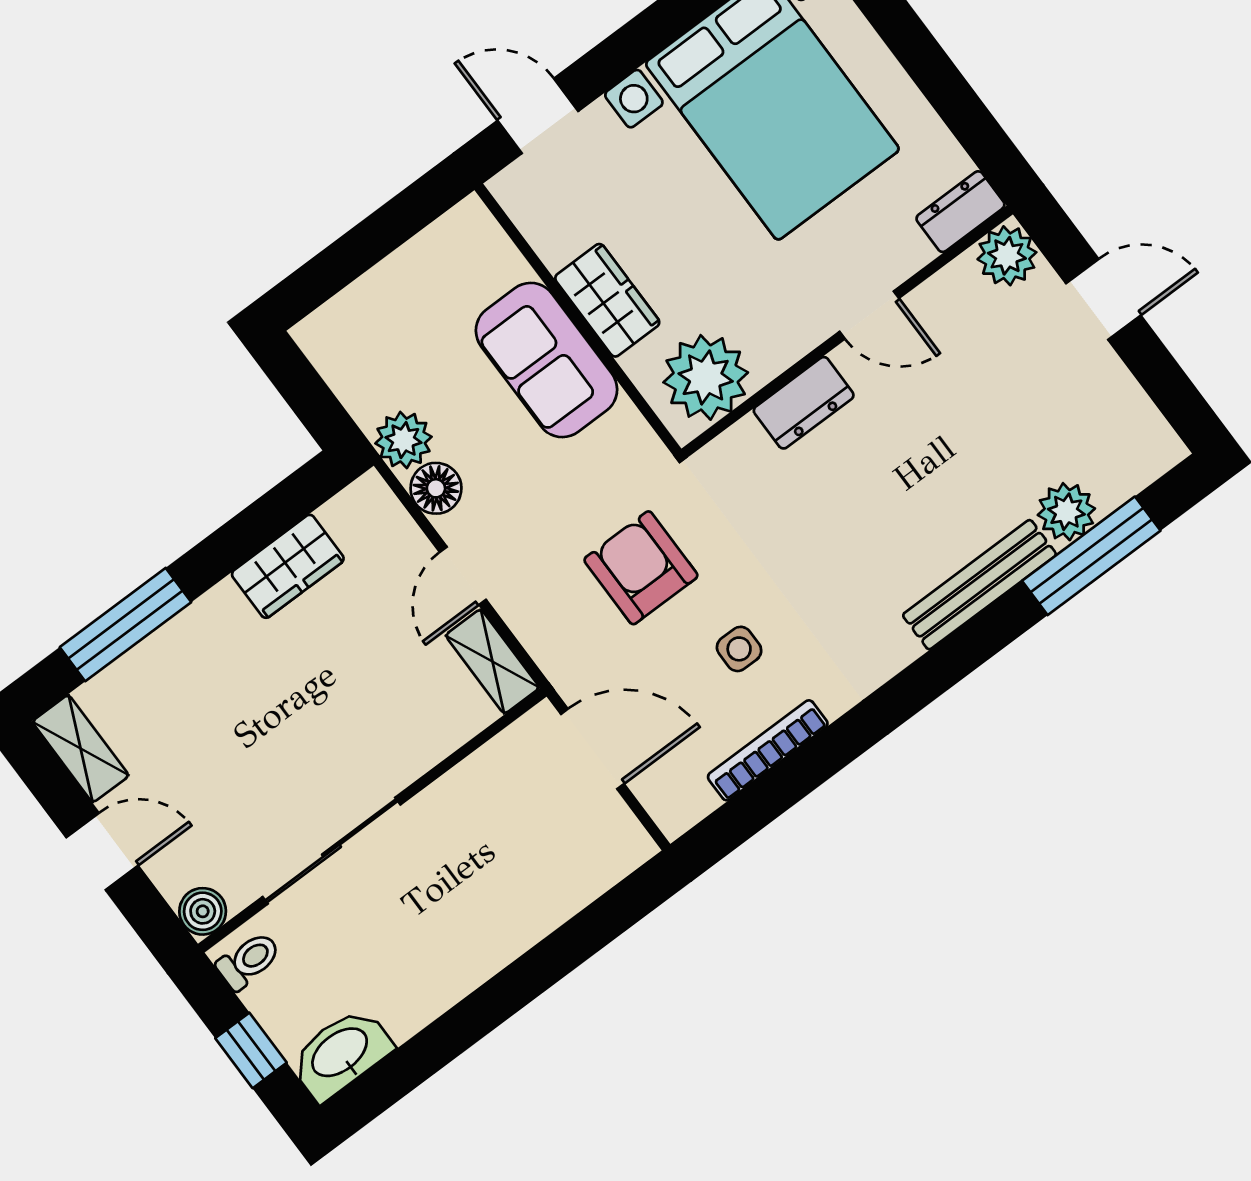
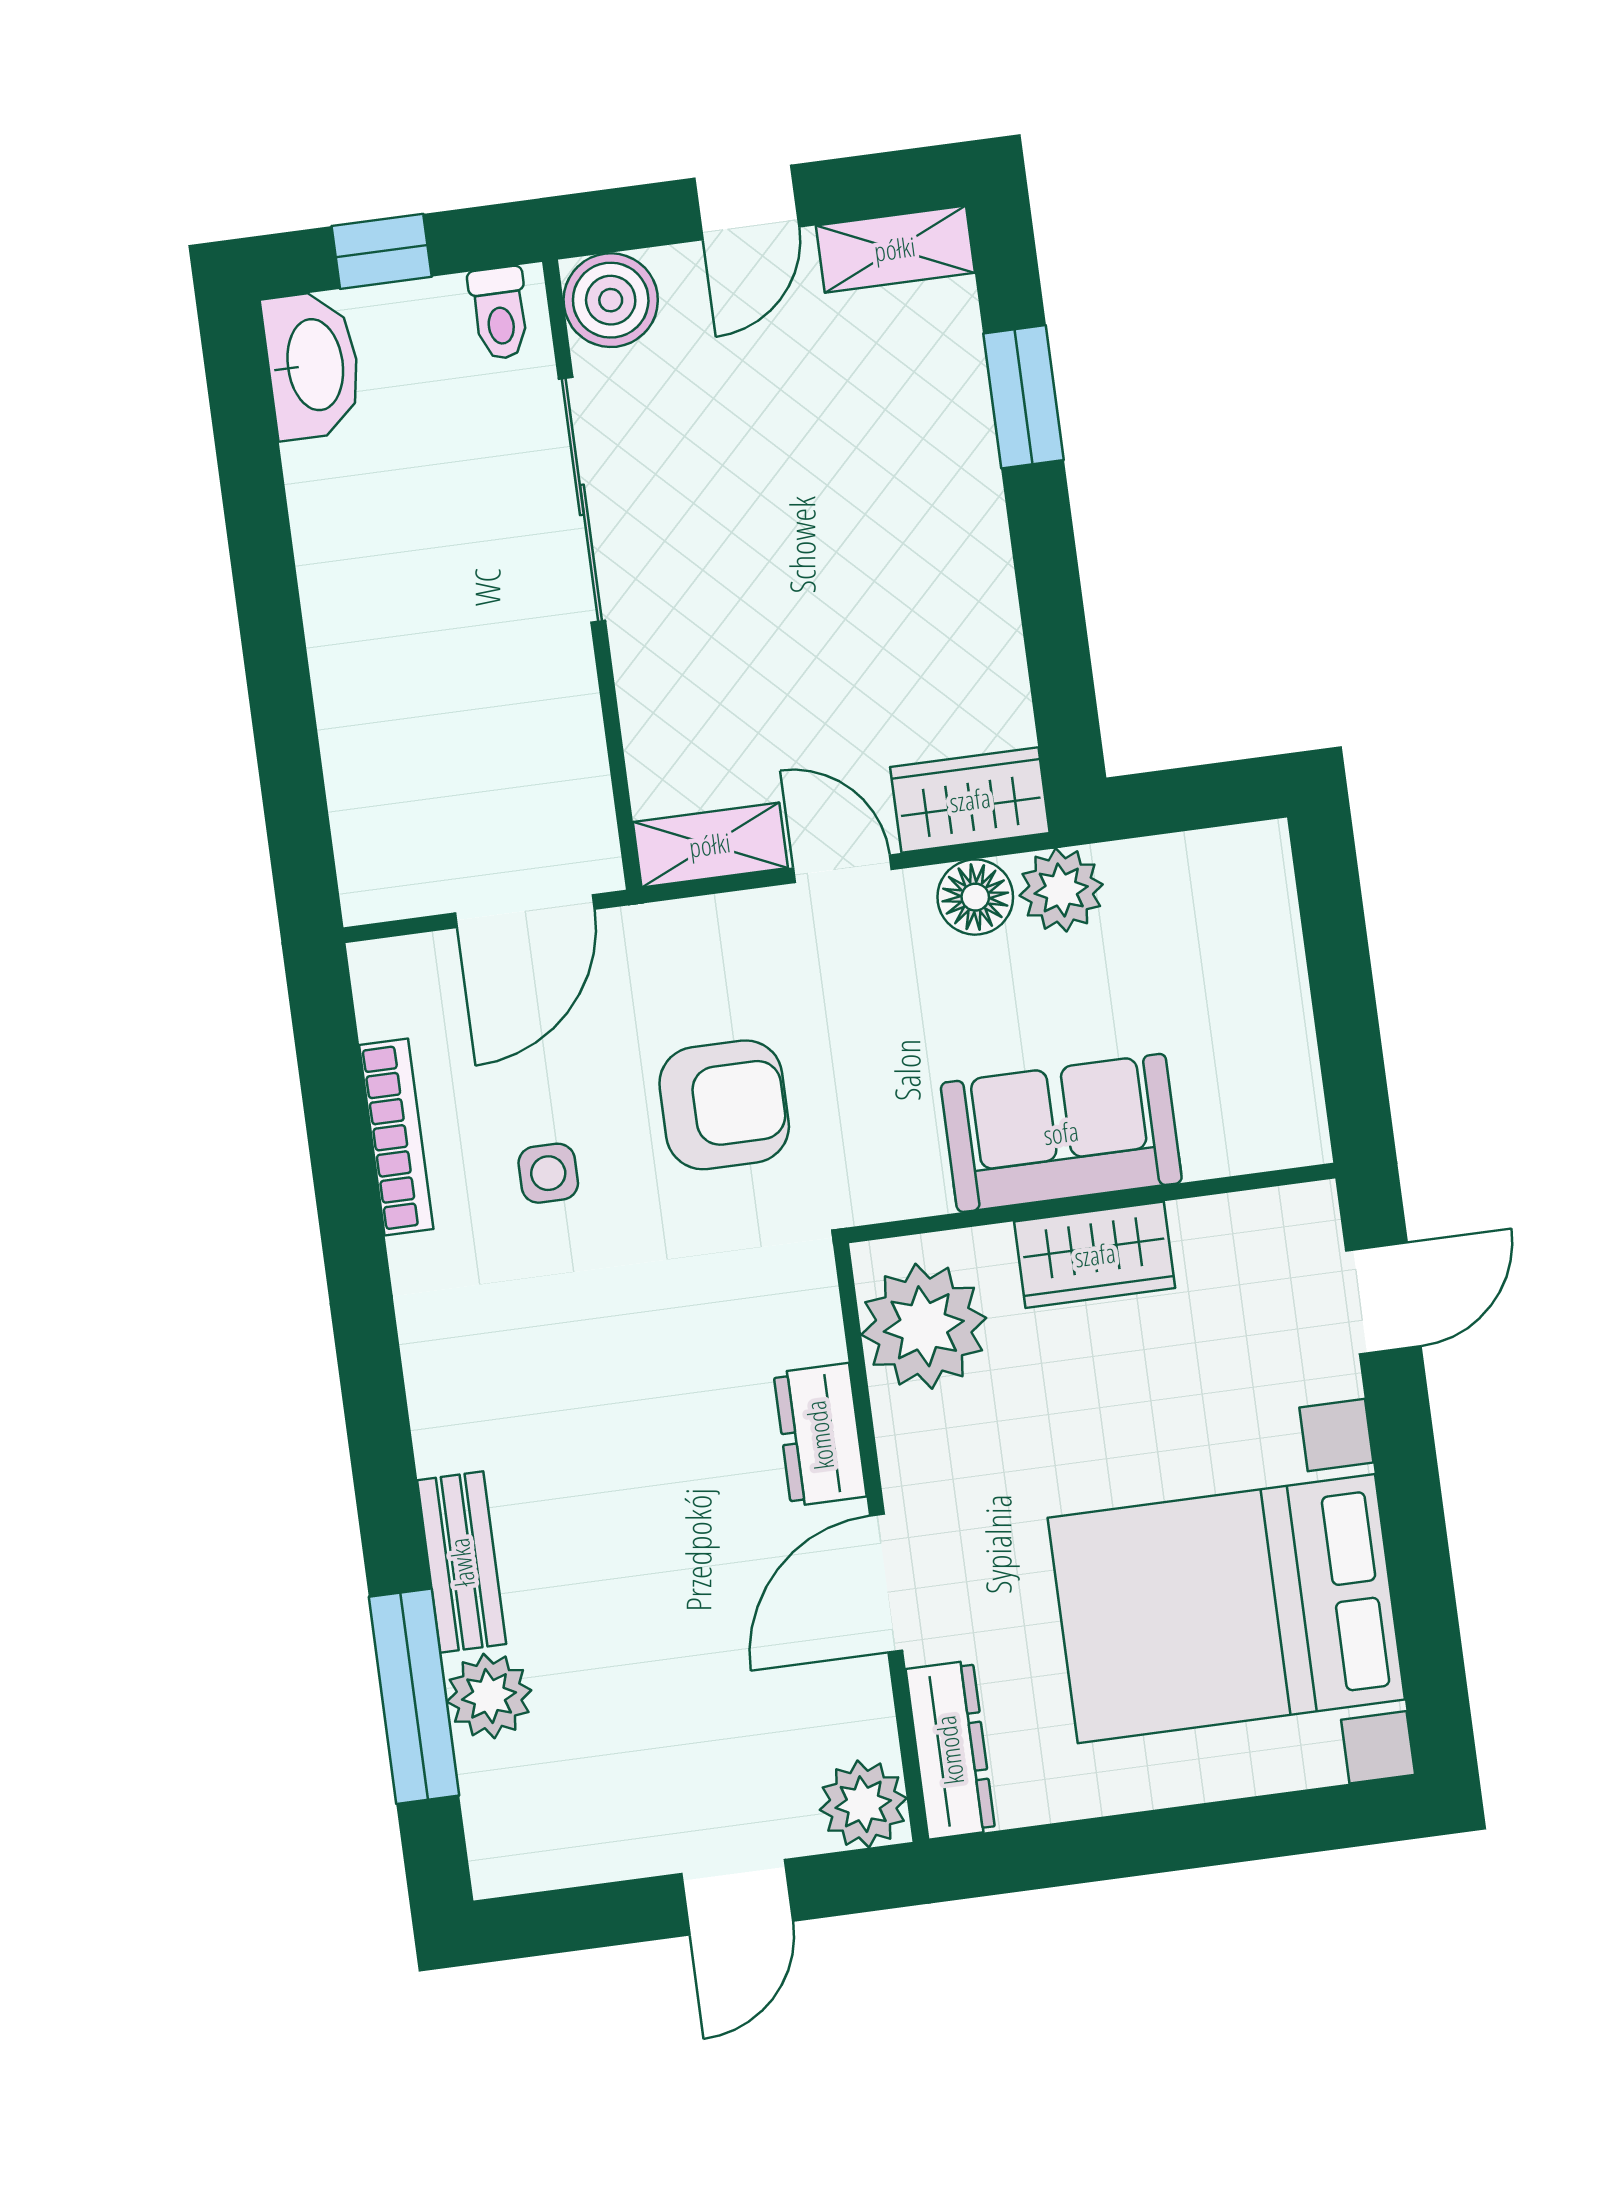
dresser: (960, 212) -> (950, 1750), width x1.44
door: (869, 315) -> (886, 1583), width x1.38
wardrobe: (288, 566) -> (970, 800), moved, turned 90
bench: (979, 585) -> (462, 1562), width x0.73
window: (125, 625) -> (1023, 397), width x0.69
boiler: (203, 911) -> (611, 300), width x1.36, depth x1.36

